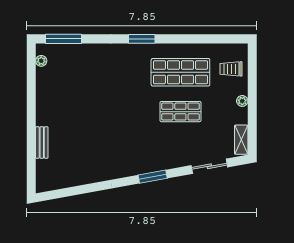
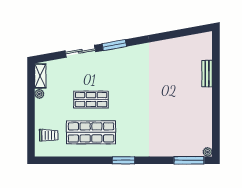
plant: (41, 61) -> (208, 152), moved
plant: (242, 101) -> (39, 94), moved
sliding door: (209, 166) -> (80, 51), moved

